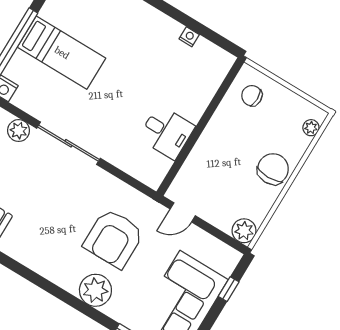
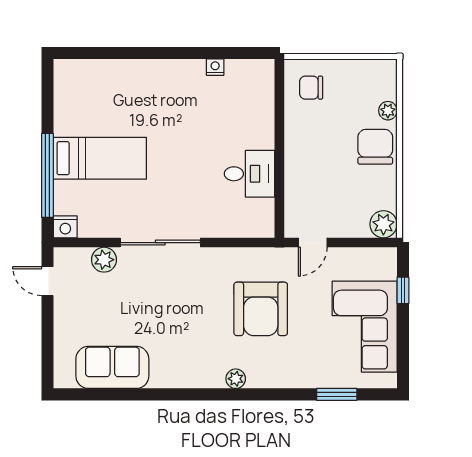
plant: (311, 128) -> (388, 111), moved
plant: (95, 290) -> (236, 379), moved, width x0.53, depth x0.53

